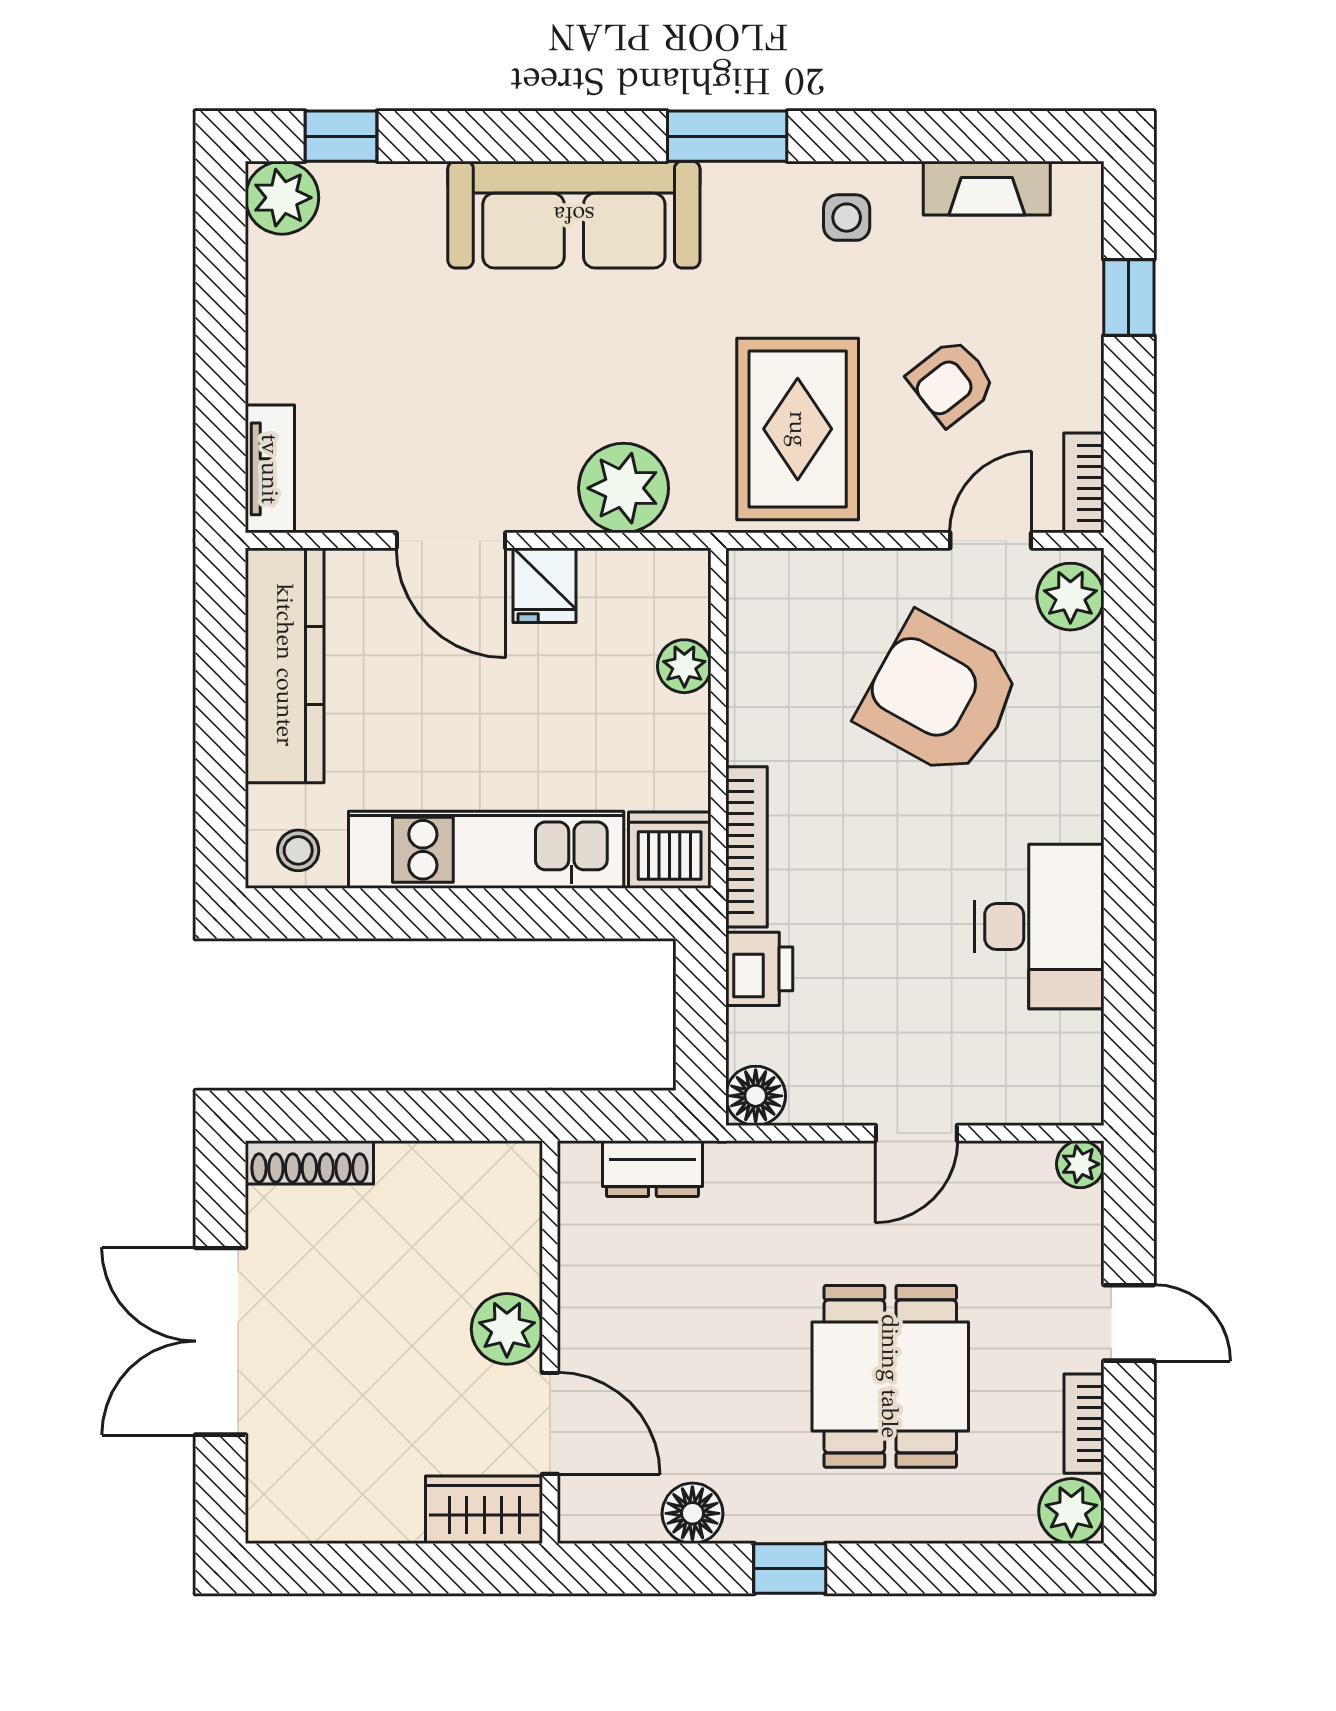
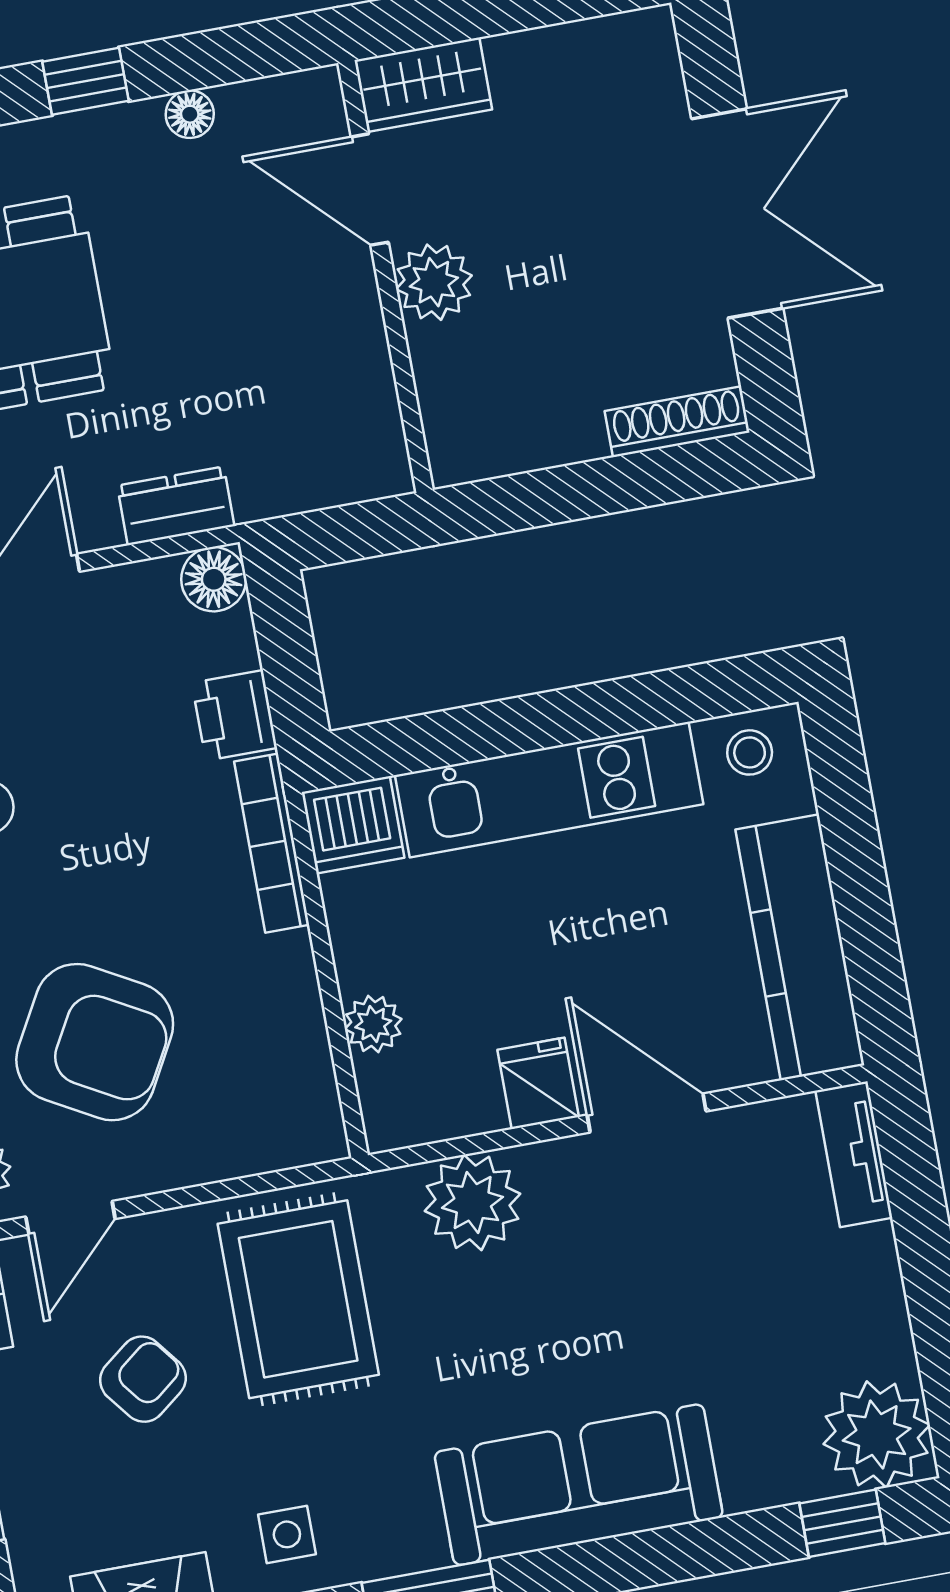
plant: (282, 198) -> (877, 1435), width x1.36, depth x1.36
dresser: (652, 1169) -> (176, 506), moved
floor lamp: (692, 1513) -> (190, 114), width x0.73, depth x0.73

